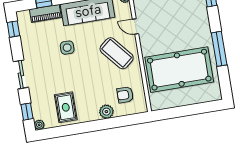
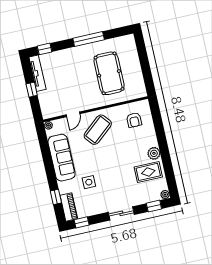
piano: (45, 13) -> (69, 207), moved
side table: (67, 48) -> (89, 182), moved
pool table: (179, 70) -> (109, 73), width x0.73, depth x0.76
plant: (106, 112) -> (154, 153), moved

